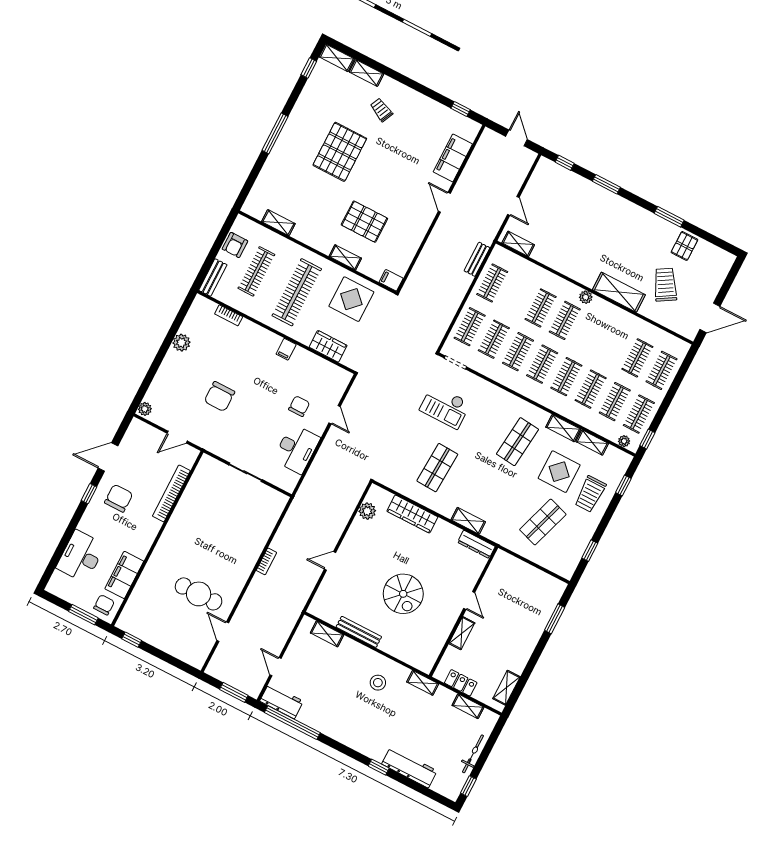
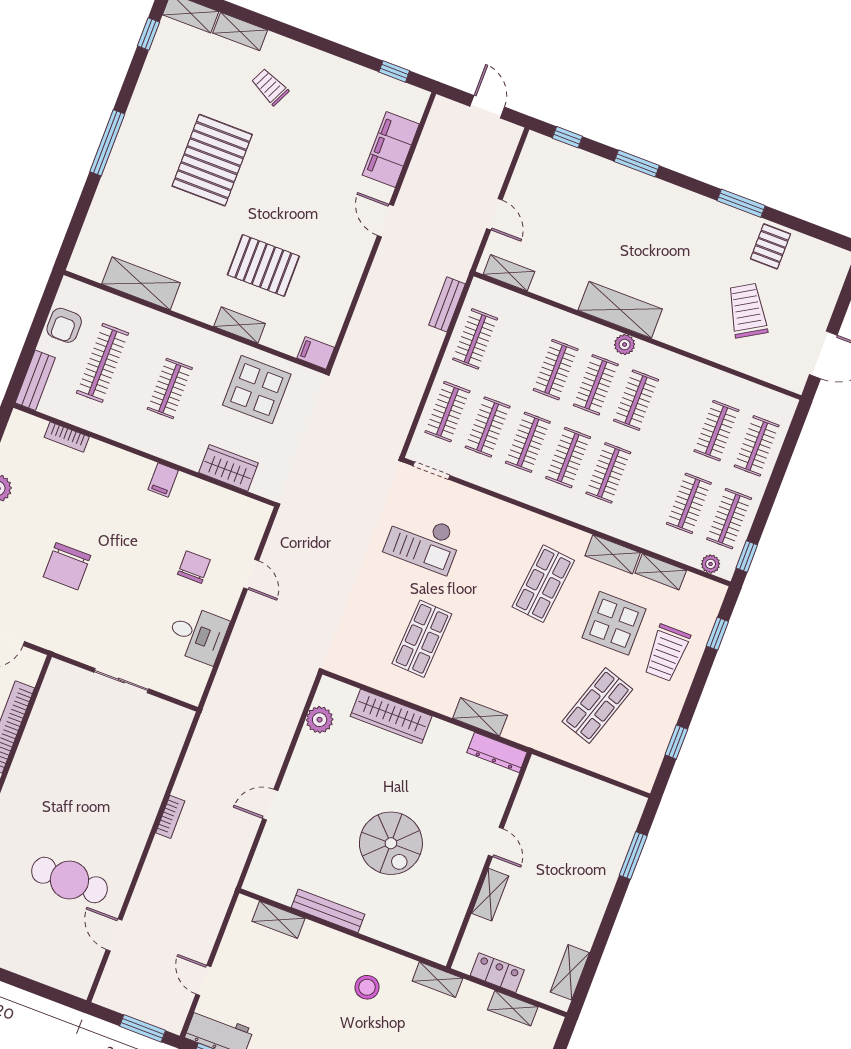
shelving: (278, 223) -> (141, 283), width x1.50, depth x1.33
clothes rail: (297, 292) -> (170, 388), width x0.54, depth x0.76
shelving: (619, 292) -> (620, 310), moved
clothes rail: (591, 389) -> (636, 400), moved
desk: (297, 449) -> (197, 635), width x0.73

